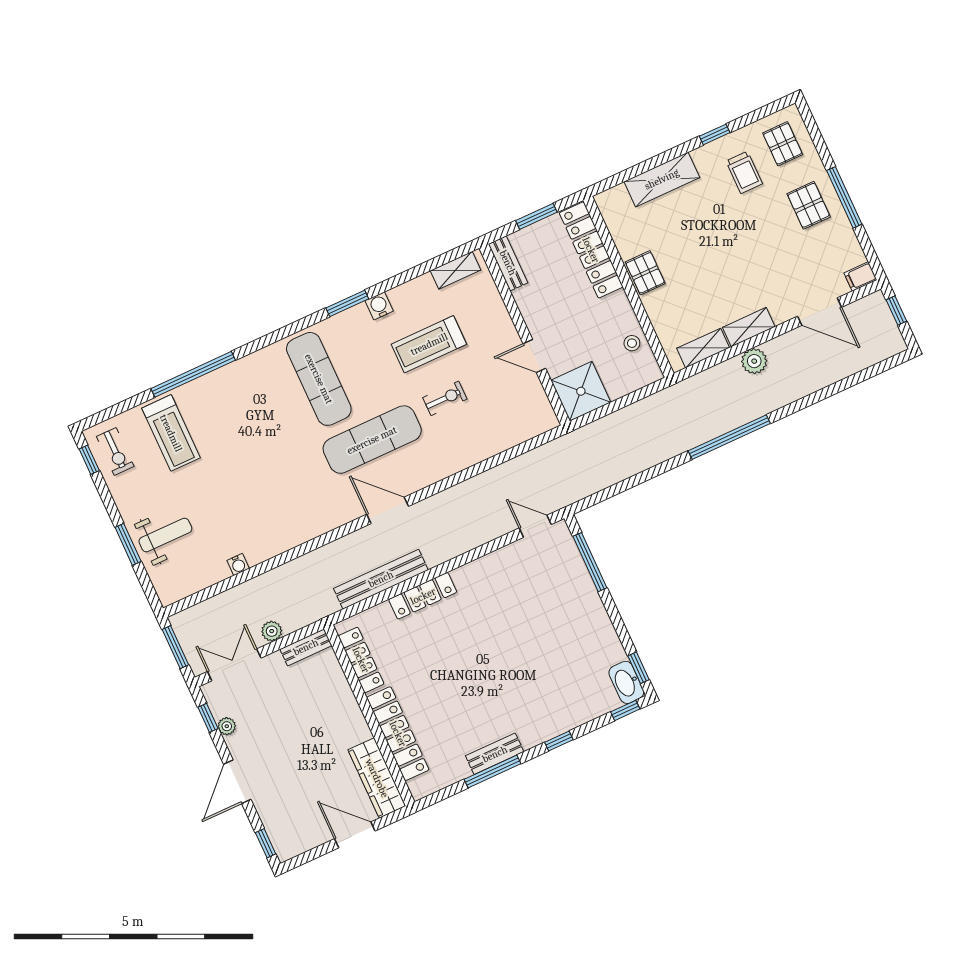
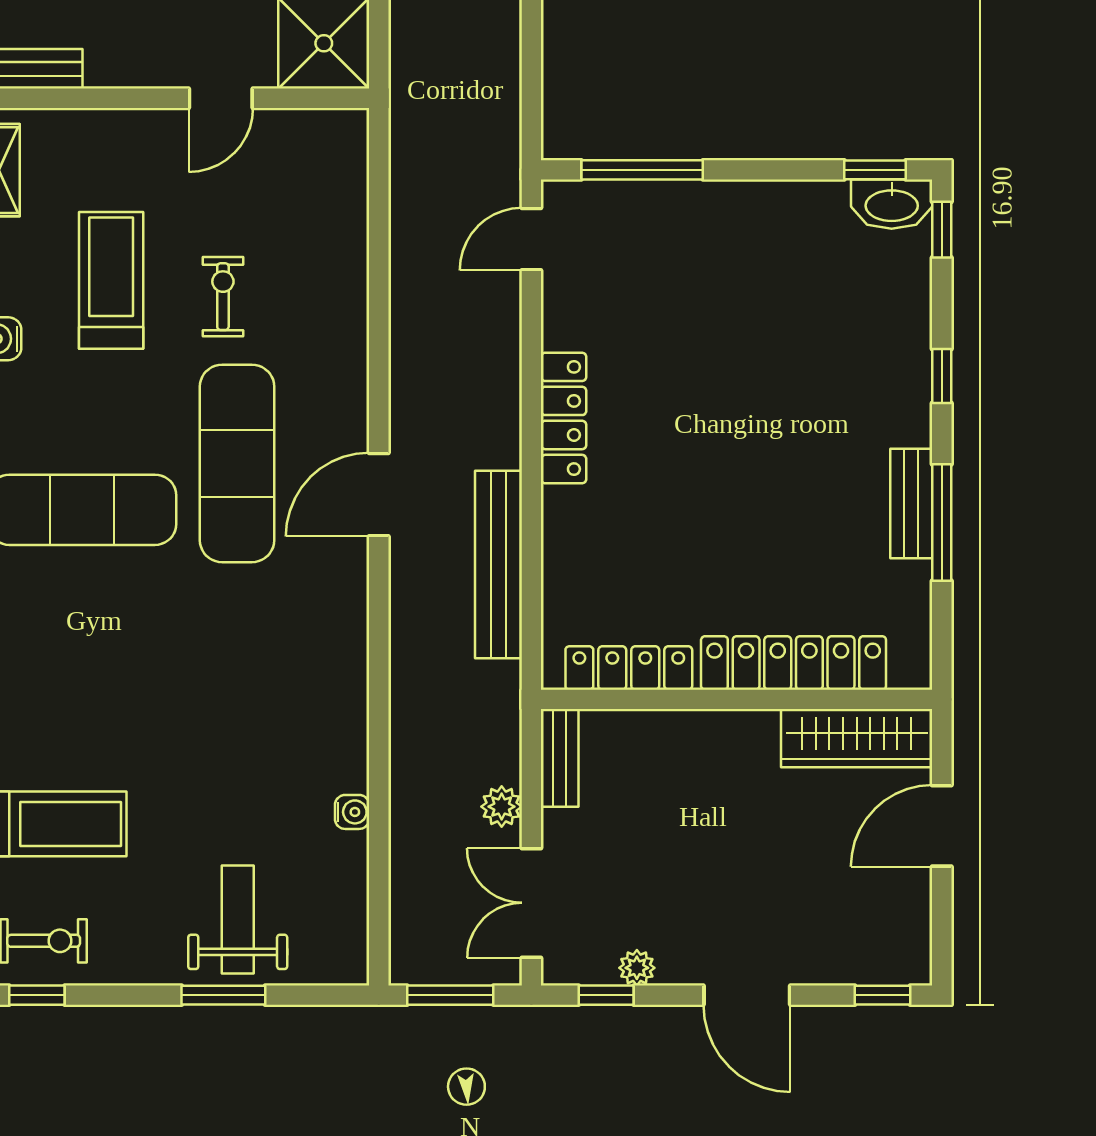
treadmill: (429, 344) -> (111, 280), turned 180
locker: (423, 596) -> (564, 418), moved

